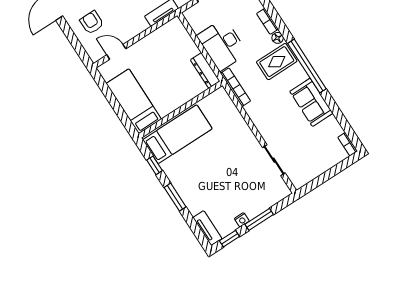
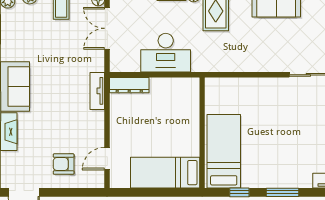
dresser: (205, 70) -> (129, 85), moved
bookcase: (236, 87) -> (215, 66), removed

